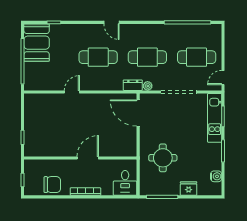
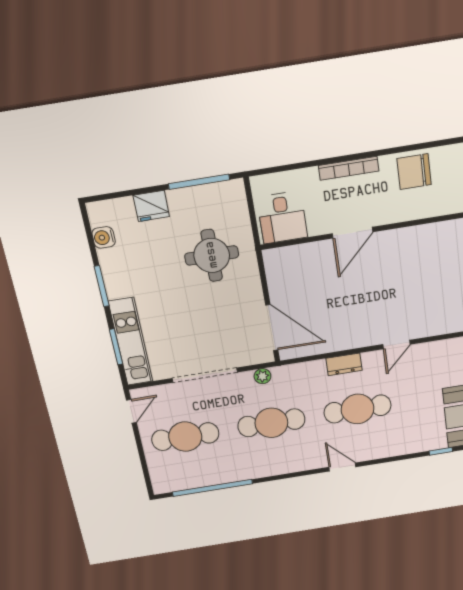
dresser: (133, 85) -> (344, 364), moved
desk: (125, 183) -> (282, 217), moved, turned 180

